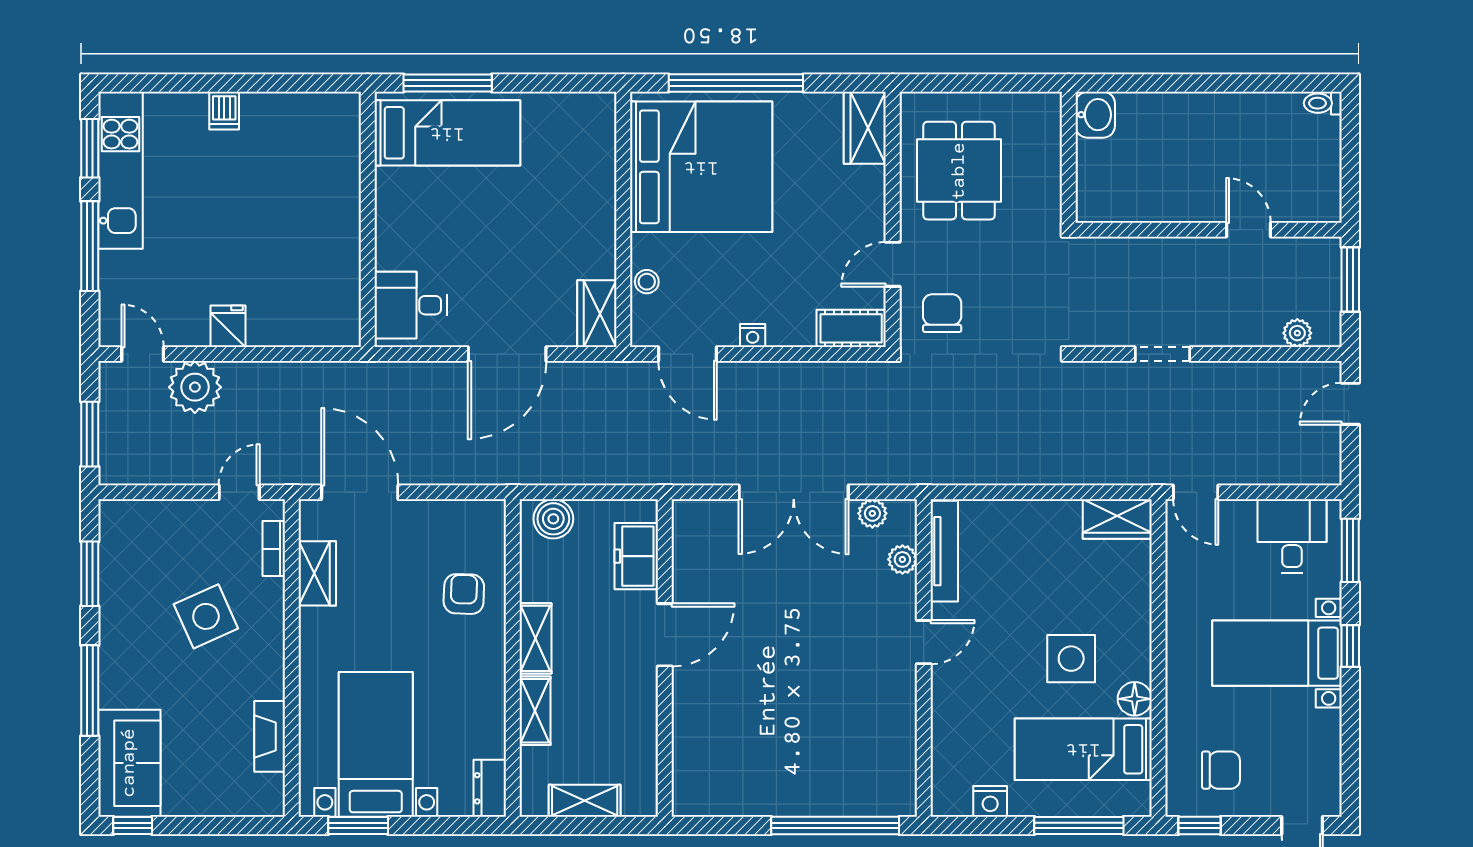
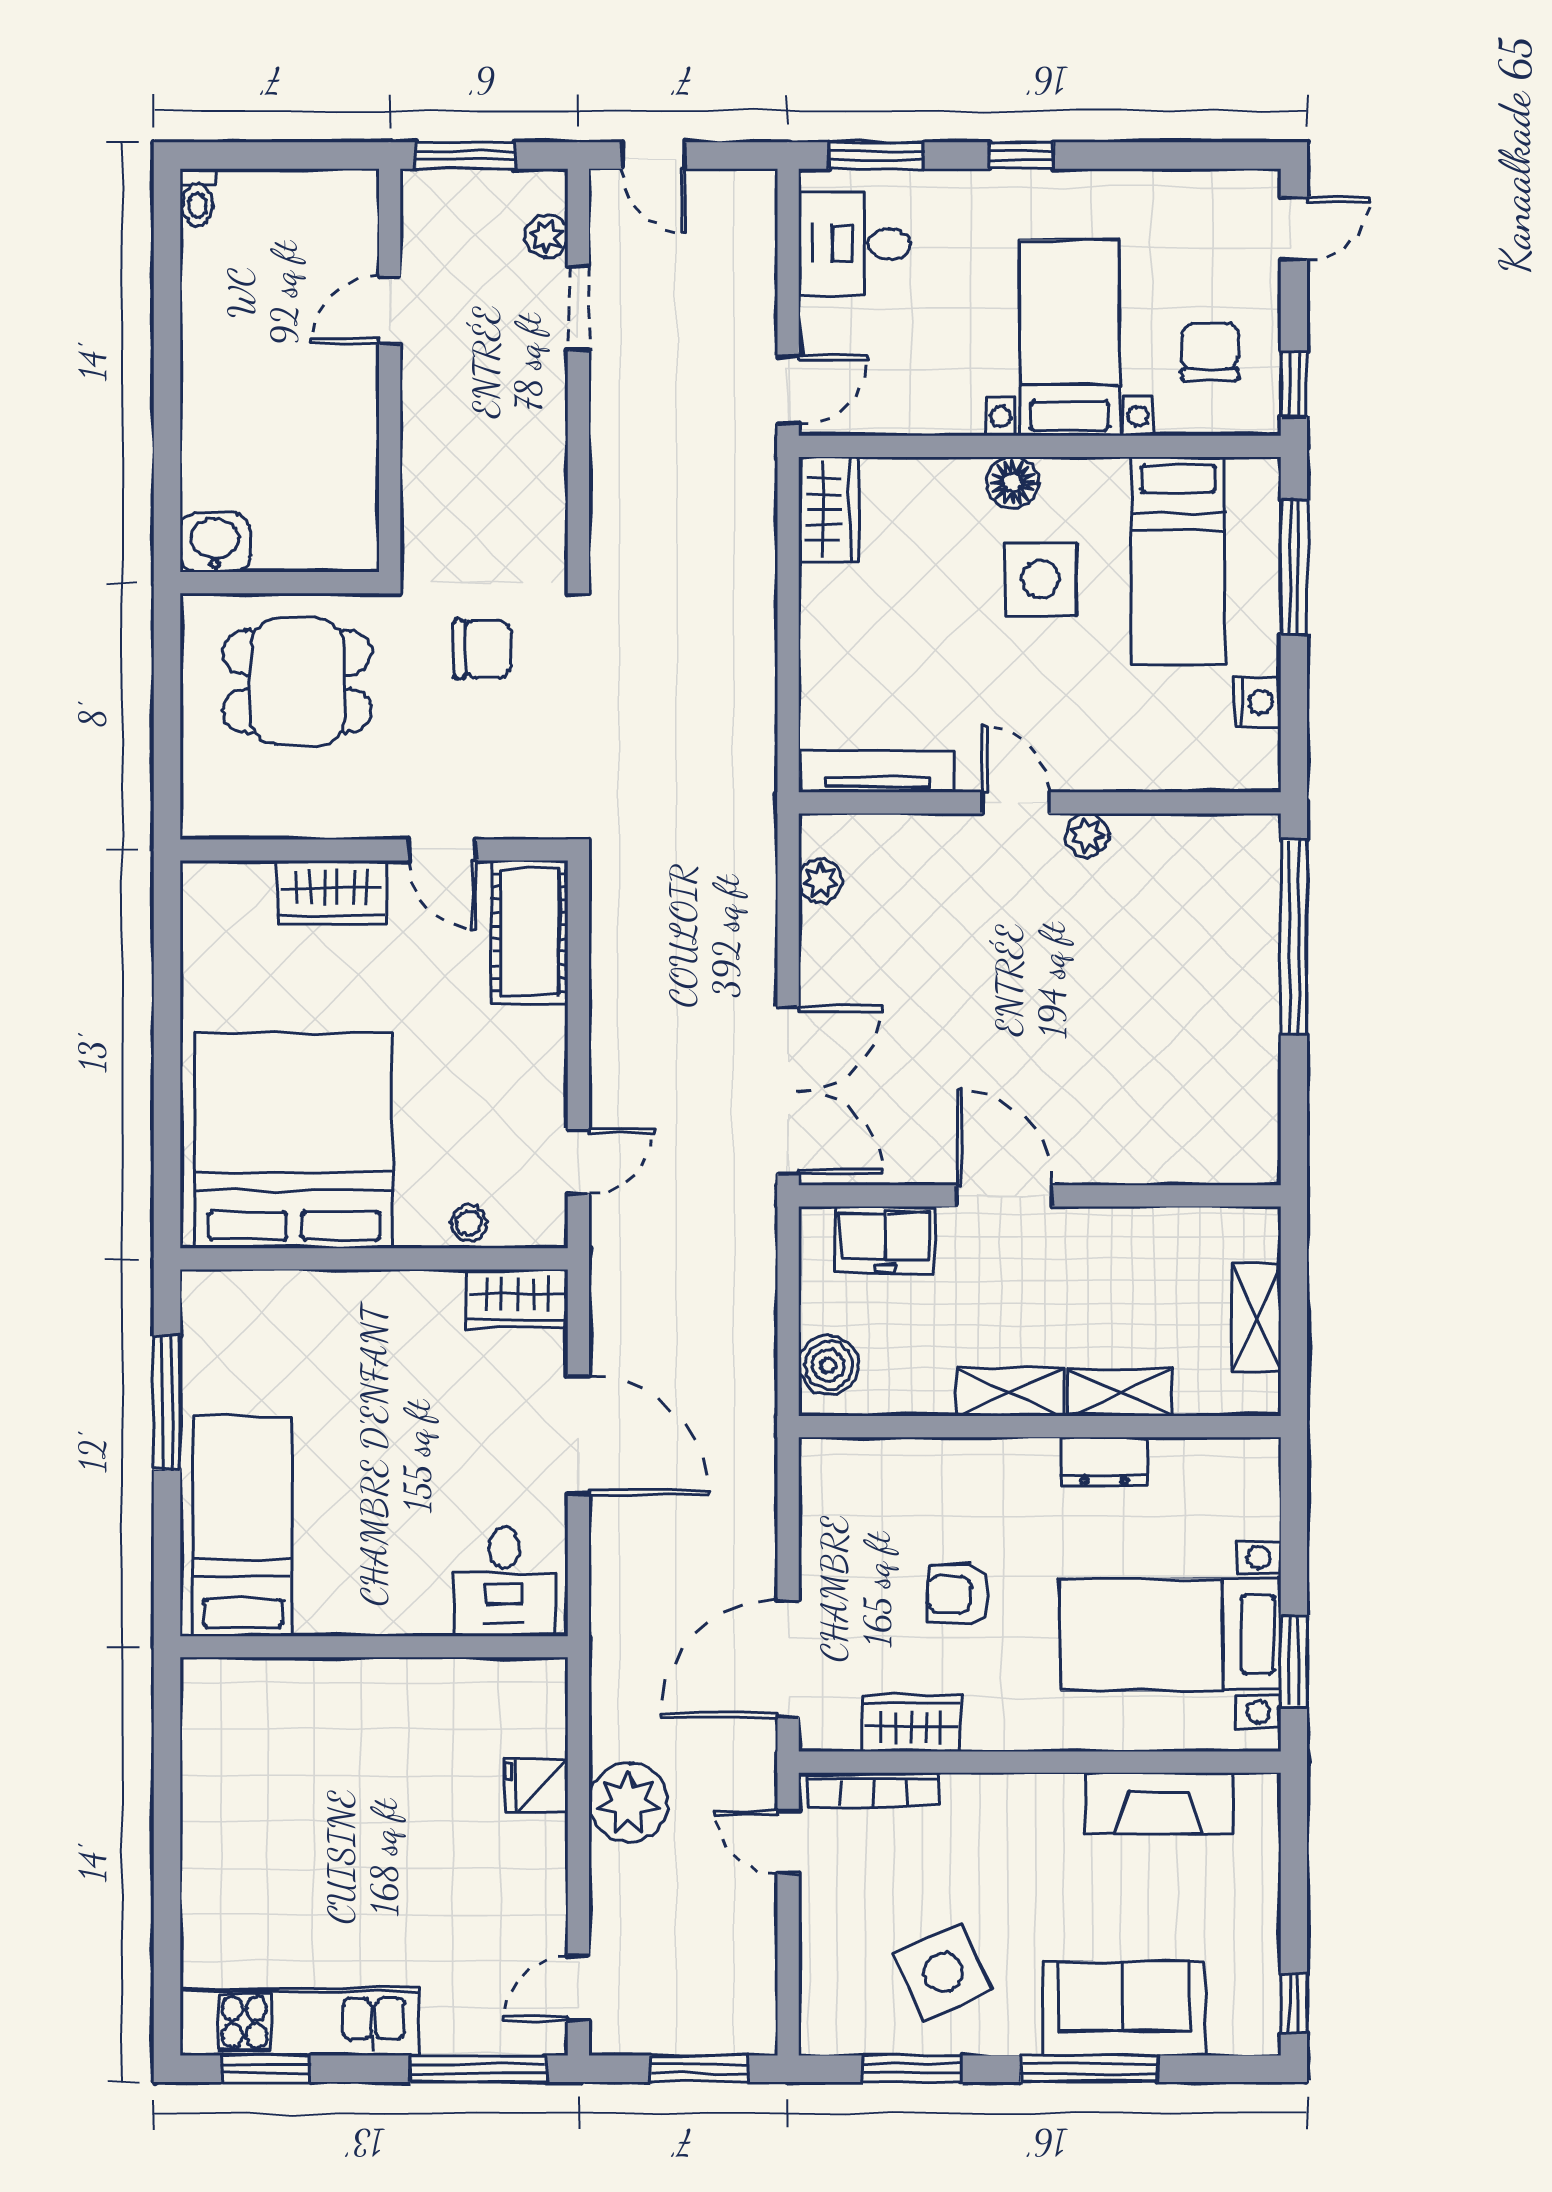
window: (448, 83) -> (167, 1403), moved
window: (736, 83) -> (167, 1088), removed
dishwasher: (224, 111) -> (209, 1865), removed
wardrobe: (865, 128) -> (331, 892), moved
dining table: (959, 171) -> (297, 682), moved
window: (90, 246) -> (478, 2069), moved
chair: (942, 313) -> (482, 649), moved, turned 180
fridge: (228, 326) -> (536, 1786), moved
cot: (851, 328) -> (530, 932), width x1.37, depth x1.34
nightstand: (753, 335) -> (550, 1062), removed
door: (687, 354) -> (578, 1161), width x0.73
doorway: (1162, 354) -> (578, 308), moved
plant: (195, 387) -> (629, 1802), moved
double door: (794, 492) -> (788, 1091), moved
bookcase: (274, 549) -> (874, 1789), width x1.56
plant: (902, 559) -> (1087, 835), moved
armchair: (464, 594) -> (958, 1594), moved
side table: (206, 616) -> (943, 1972), moved
bed with nightstands: (1277, 653) -> (1070, 338), moved, turned 180
floor lamp: (1135, 699) -> (1013, 483), moved
fireplace: (270, 736) -> (1159, 1803), width x1.37, depth x1.32
sofa: (129, 763) -> (1124, 2009), moved
dresser: (490, 788) -> (1104, 1461), moved

